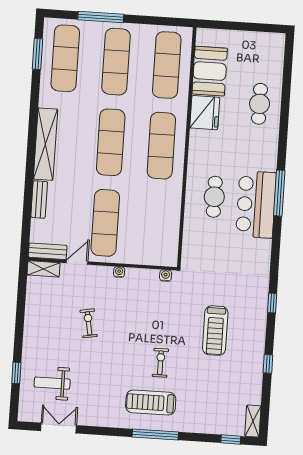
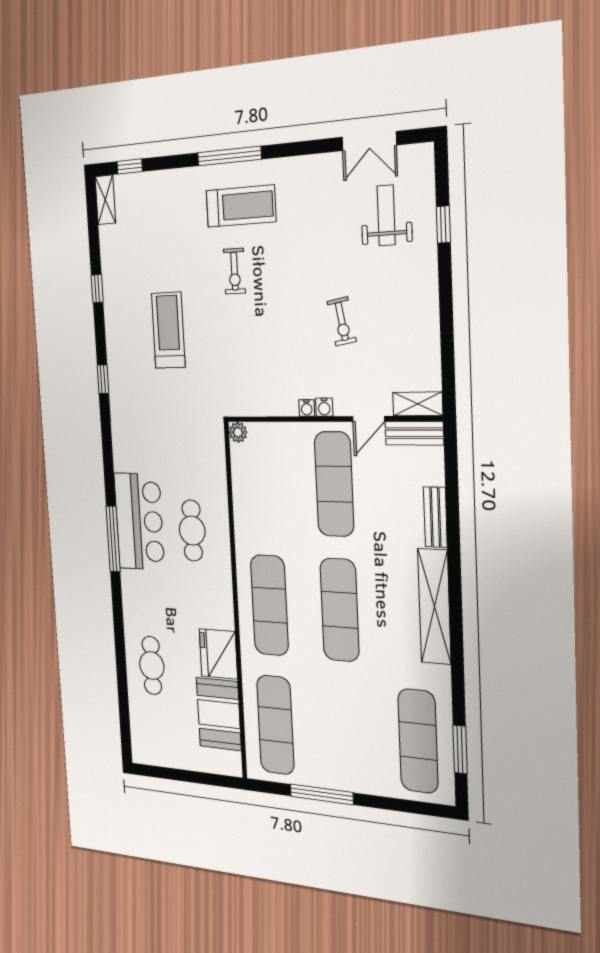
window: (101, 17) -> (322, 794), moved
exercise mat: (116, 62) -> (345, 733), removed
plant: (171, 260) -> (238, 432), added
water cooler: (166, 276) -> (324, 407), moved
weight bench: (52, 383) -> (386, 215), turned -90

